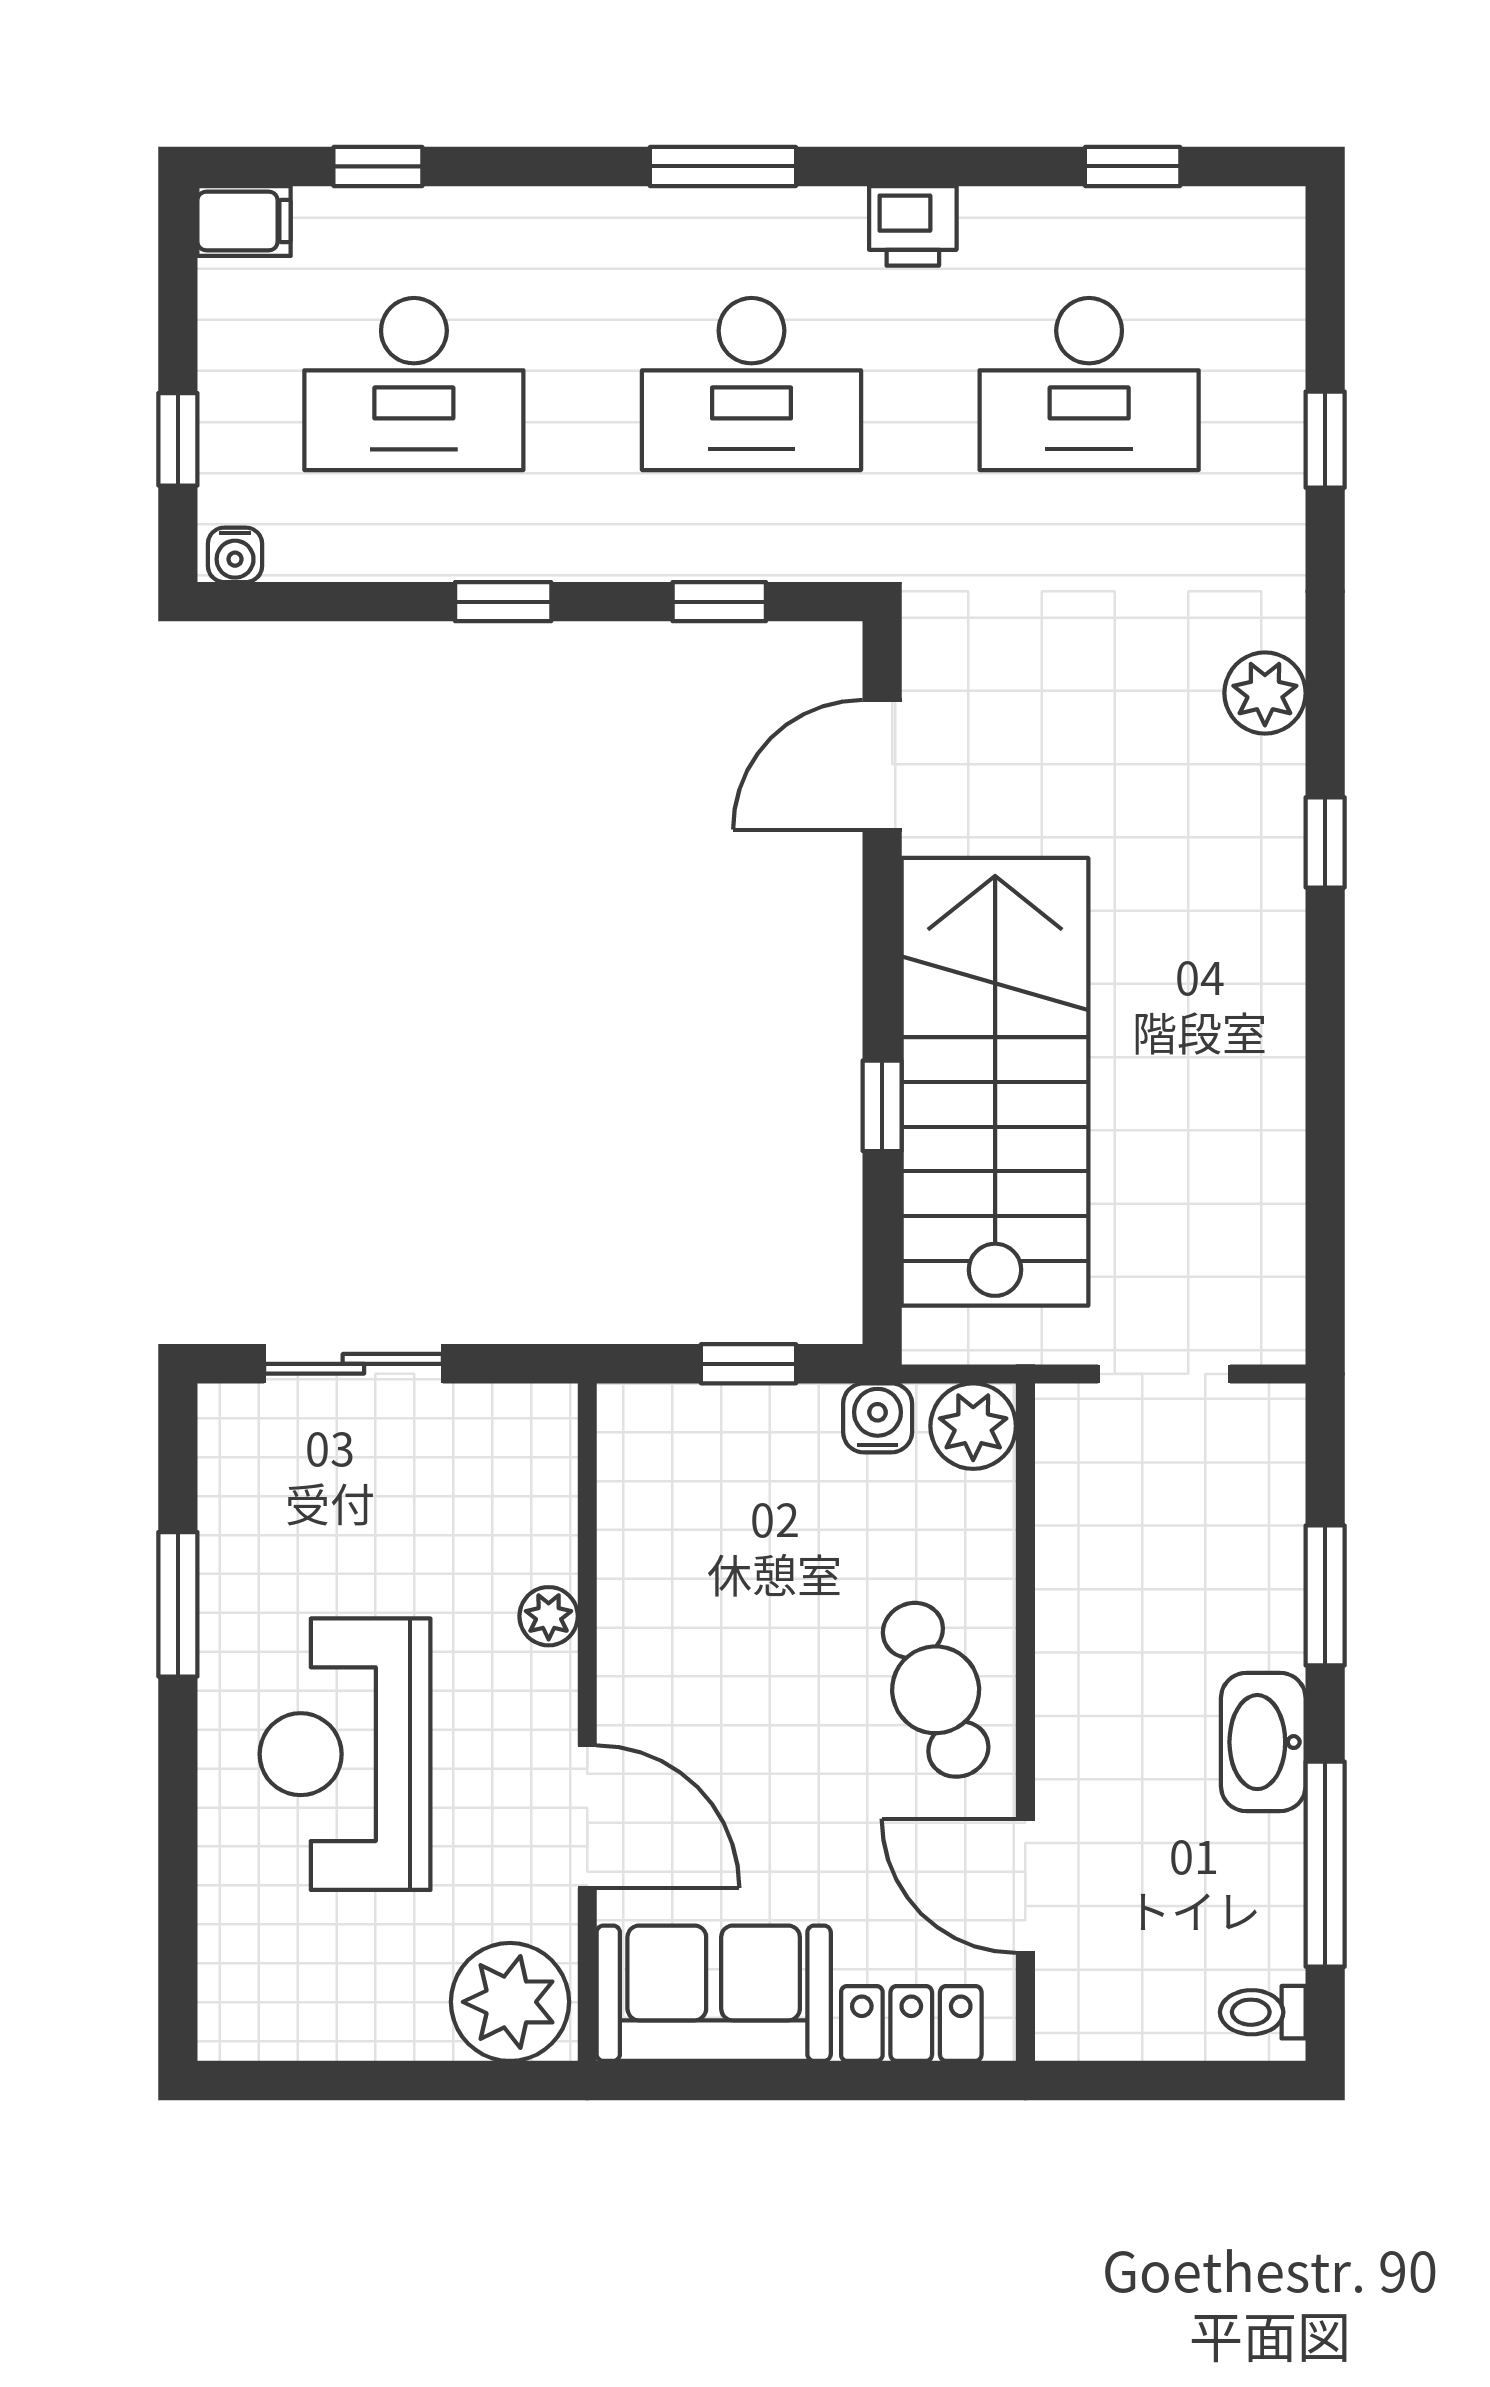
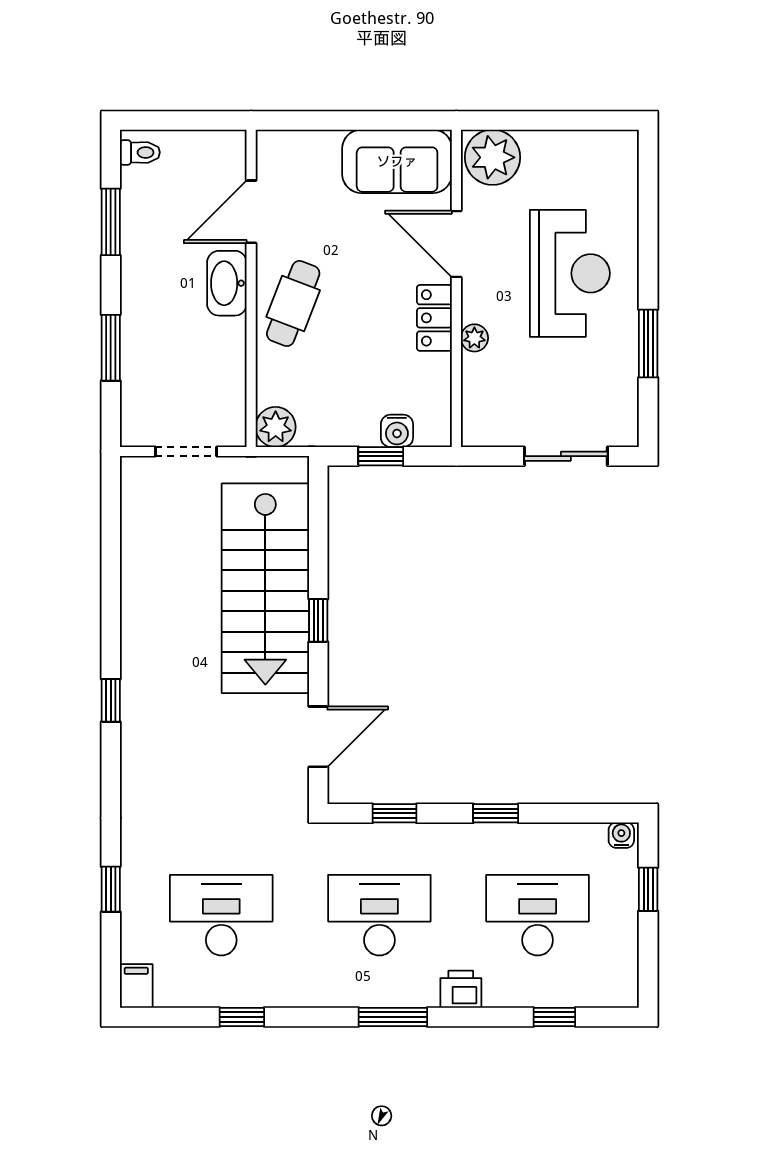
window: (1133, 166) -> (242, 1017), moved
filing cabinet: (244, 221) -> (136, 986), moved, turned 90
printer: (913, 226) -> (461, 989), moved
plant: (1265, 693) -> (139, 770), removed
window: (882, 1106) -> (318, 620), moved
water cooler: (878, 1418) -> (397, 431), moved
cafe table: (936, 1690) -> (293, 303), turned 42
washbasin: (1263, 1742) -> (227, 283), moved, turned 180
window: (1325, 1864) -> (111, 222), width x0.69
door: (1025, 1886) -> (251, 212), swing flipped
locker: (911, 2024) -> (434, 318), moved, turned 90

